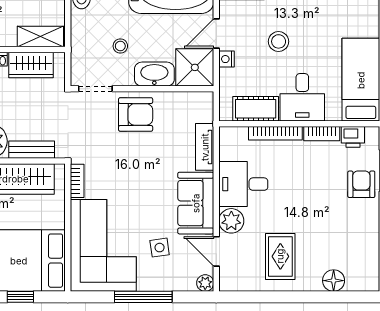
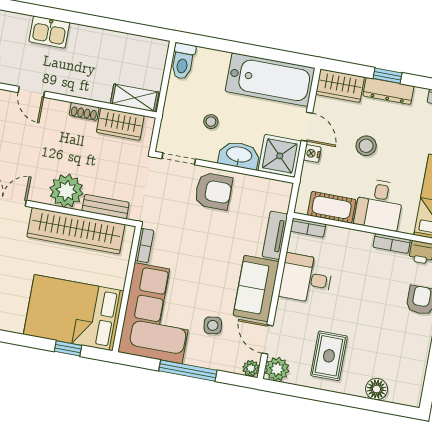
door: (216, 34) -> (307, 127), swing flipped
bookcase: (275, 133) -> (308, 228), moved, width x0.64
plant: (231, 221) -> (277, 369), moved

